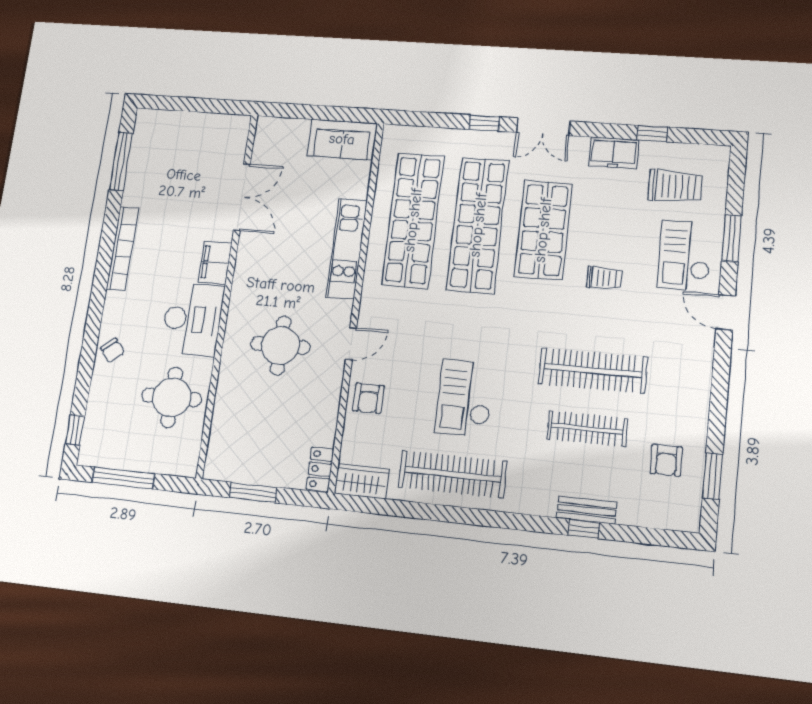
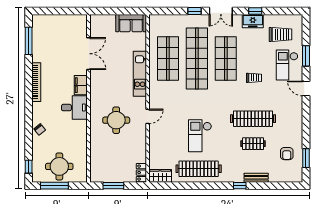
window: (652, 134) -> (255, 11), moved
shop shelf: (413, 220) -> (168, 58), width x0.71
desk: (192, 319) -> (74, 108), width x0.73
round table: (172, 397) -> (59, 166), moved
armchair: (368, 398) -> (158, 140), removed
clothes rail: (587, 429) -> (253, 144), width x0.73
window: (584, 529) -> (240, 186), moved

